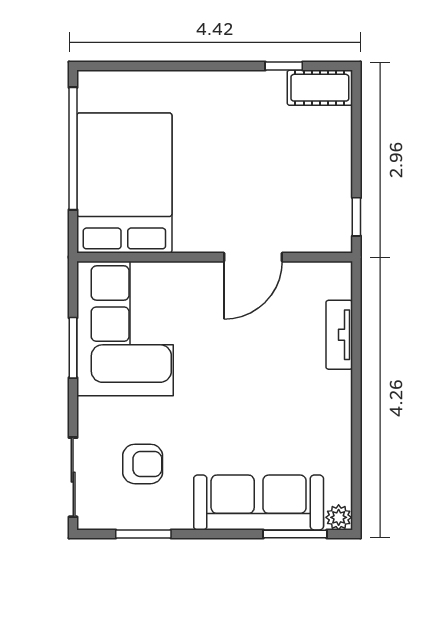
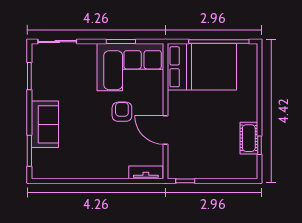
cot: (320, 88) -> (249, 138), moved
tv unit: (339, 335) -> (146, 172), moved
armchair: (143, 464) -> (122, 112), moved, turned 180
sofa: (259, 502) -> (45, 124), width x0.73
plant: (339, 517) -> (37, 172), removed

